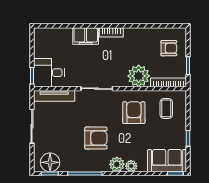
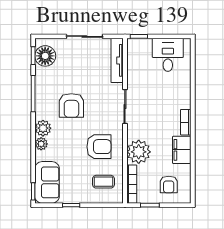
filing cabinet: (86, 36) -> (182, 150), moved
desk: (49, 73) -> (168, 55), moved

